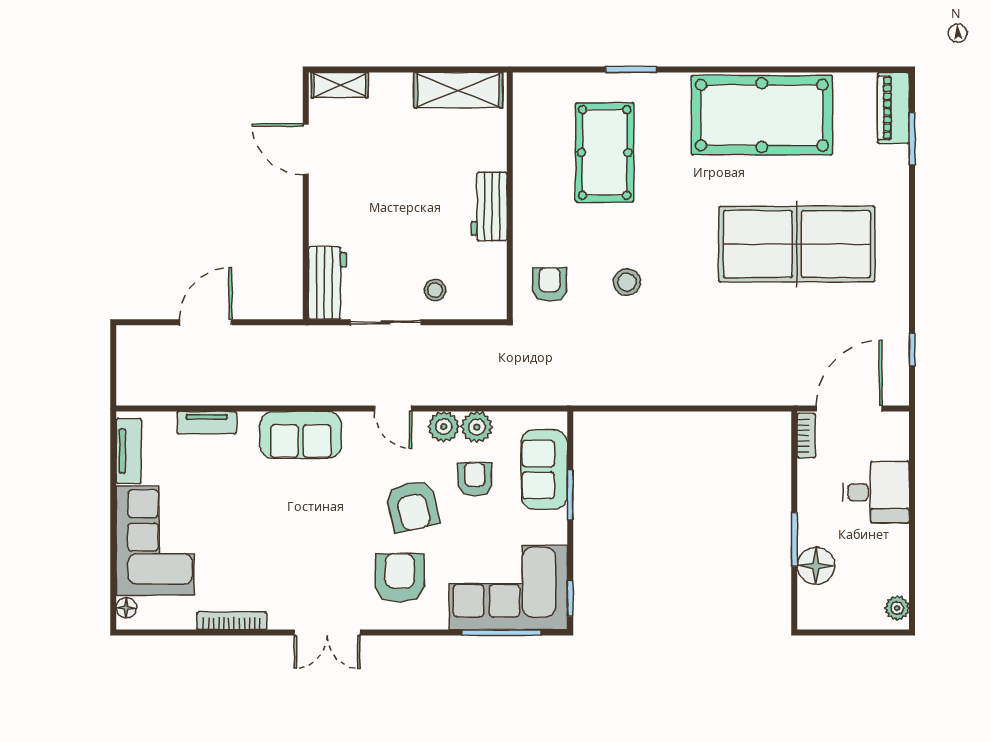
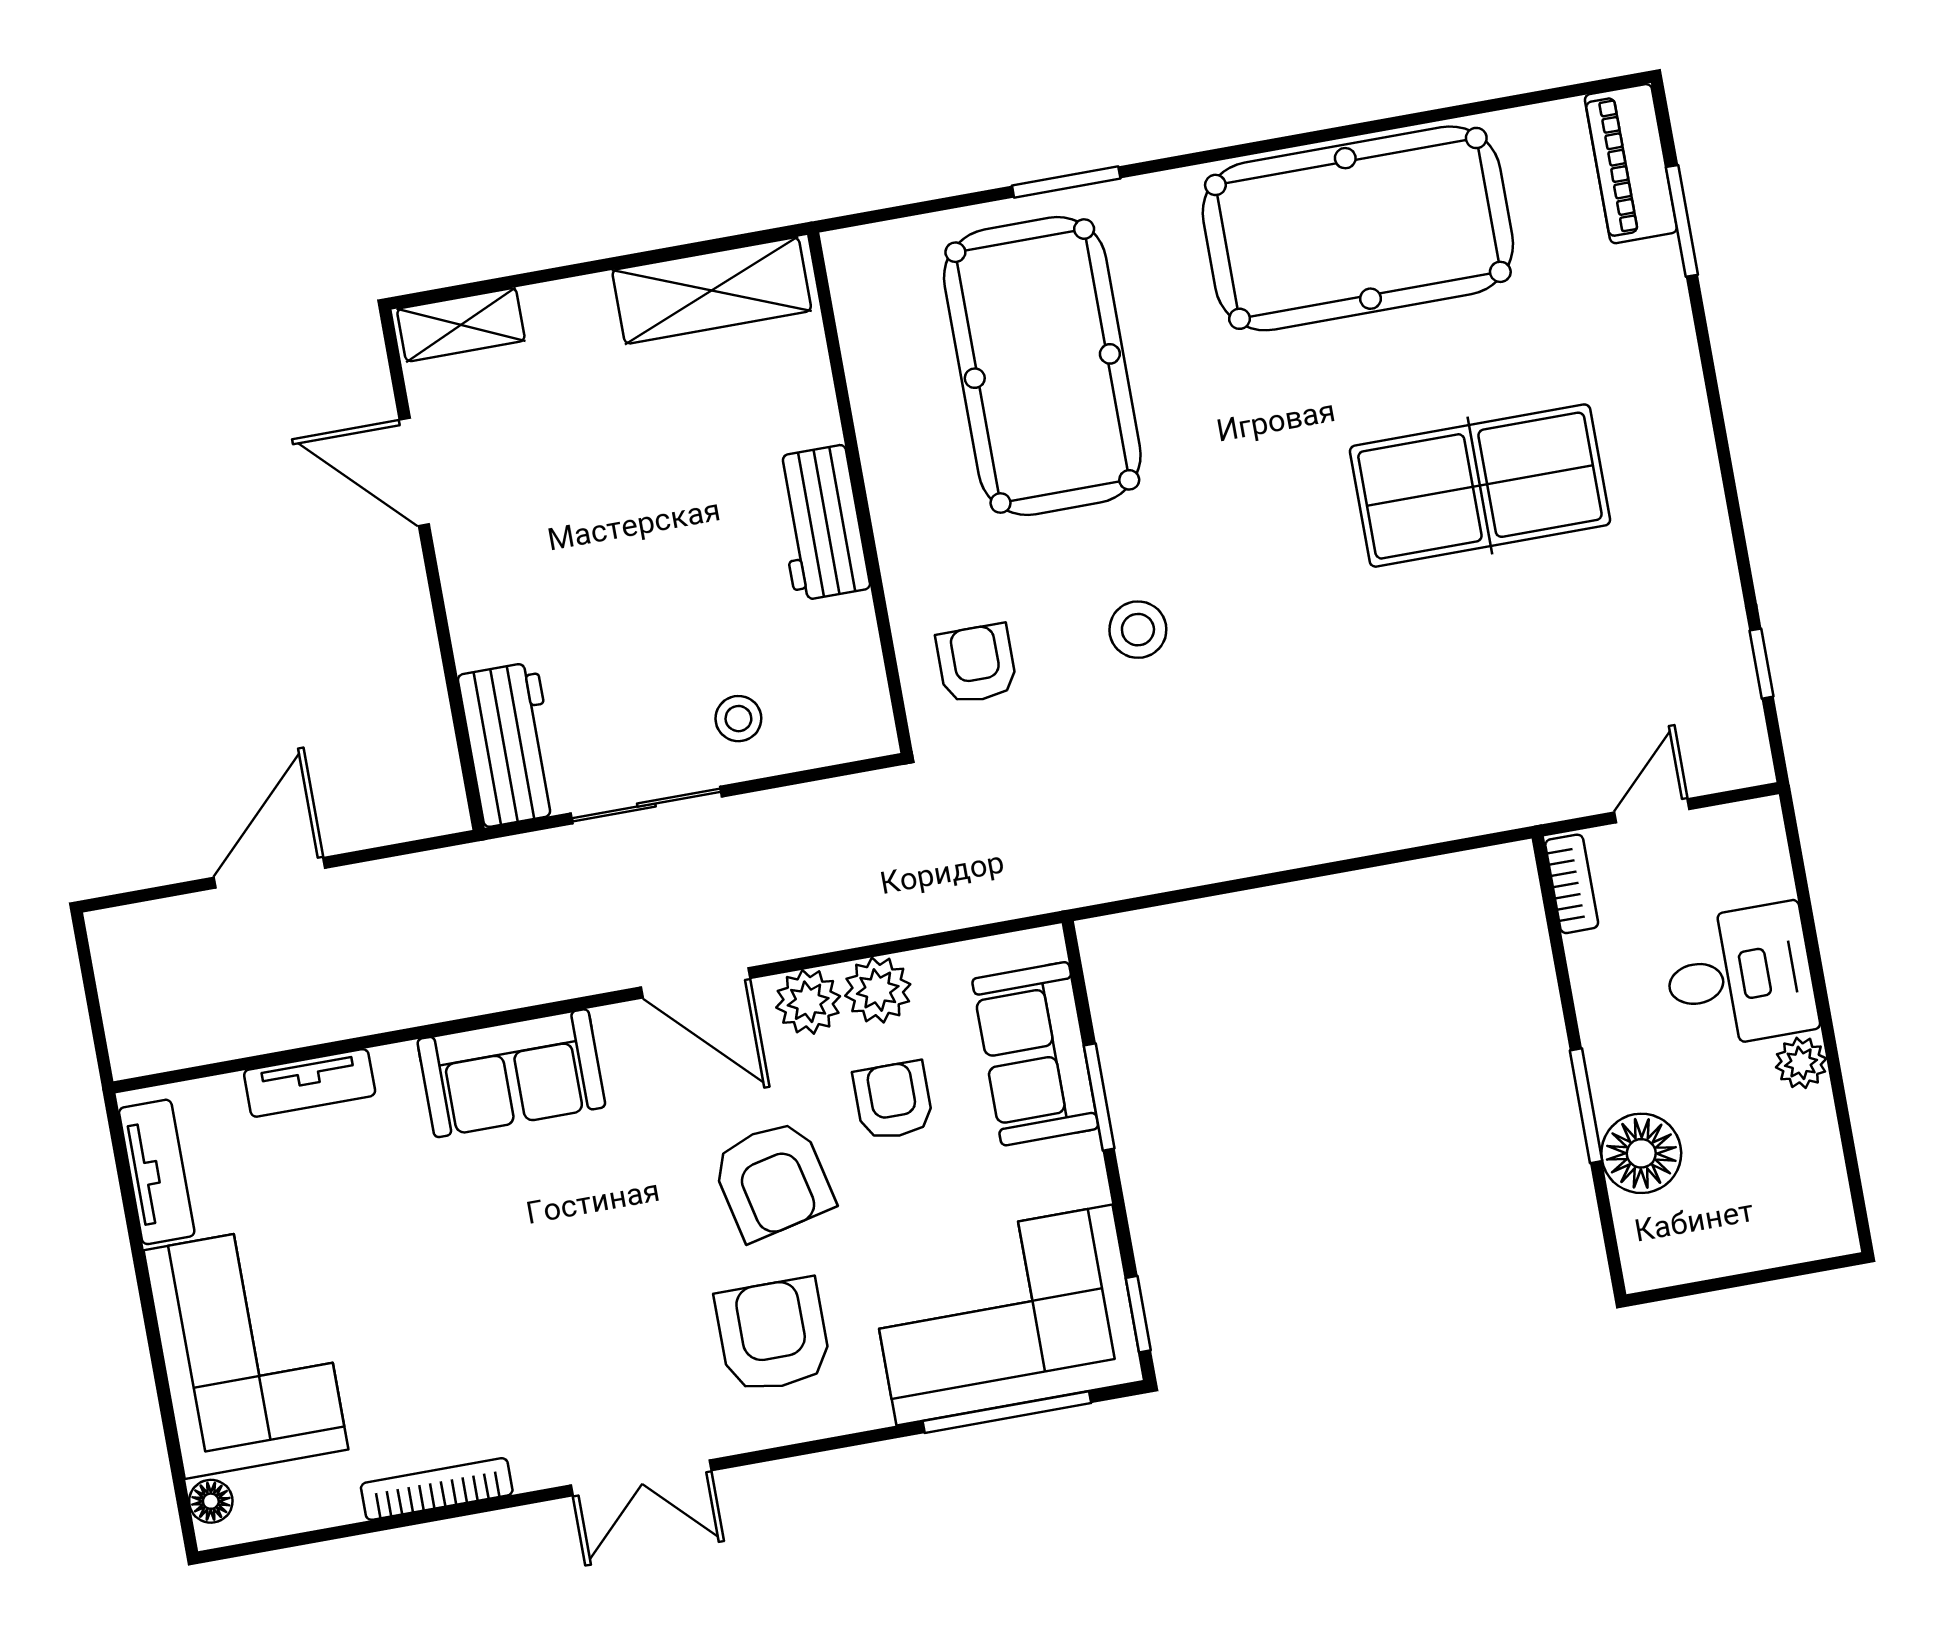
pool table: (605, 152) -> (1042, 366), width x1.36, depth x1.32
table tennis table: (797, 244) -> (1480, 486), width x0.73, depth x0.76
door: (393, 408) -> (695, 983), width x1.38
door: (849, 408) -> (1652, 811), width x0.53
plant: (897, 608) -> (1801, 1063), moved

